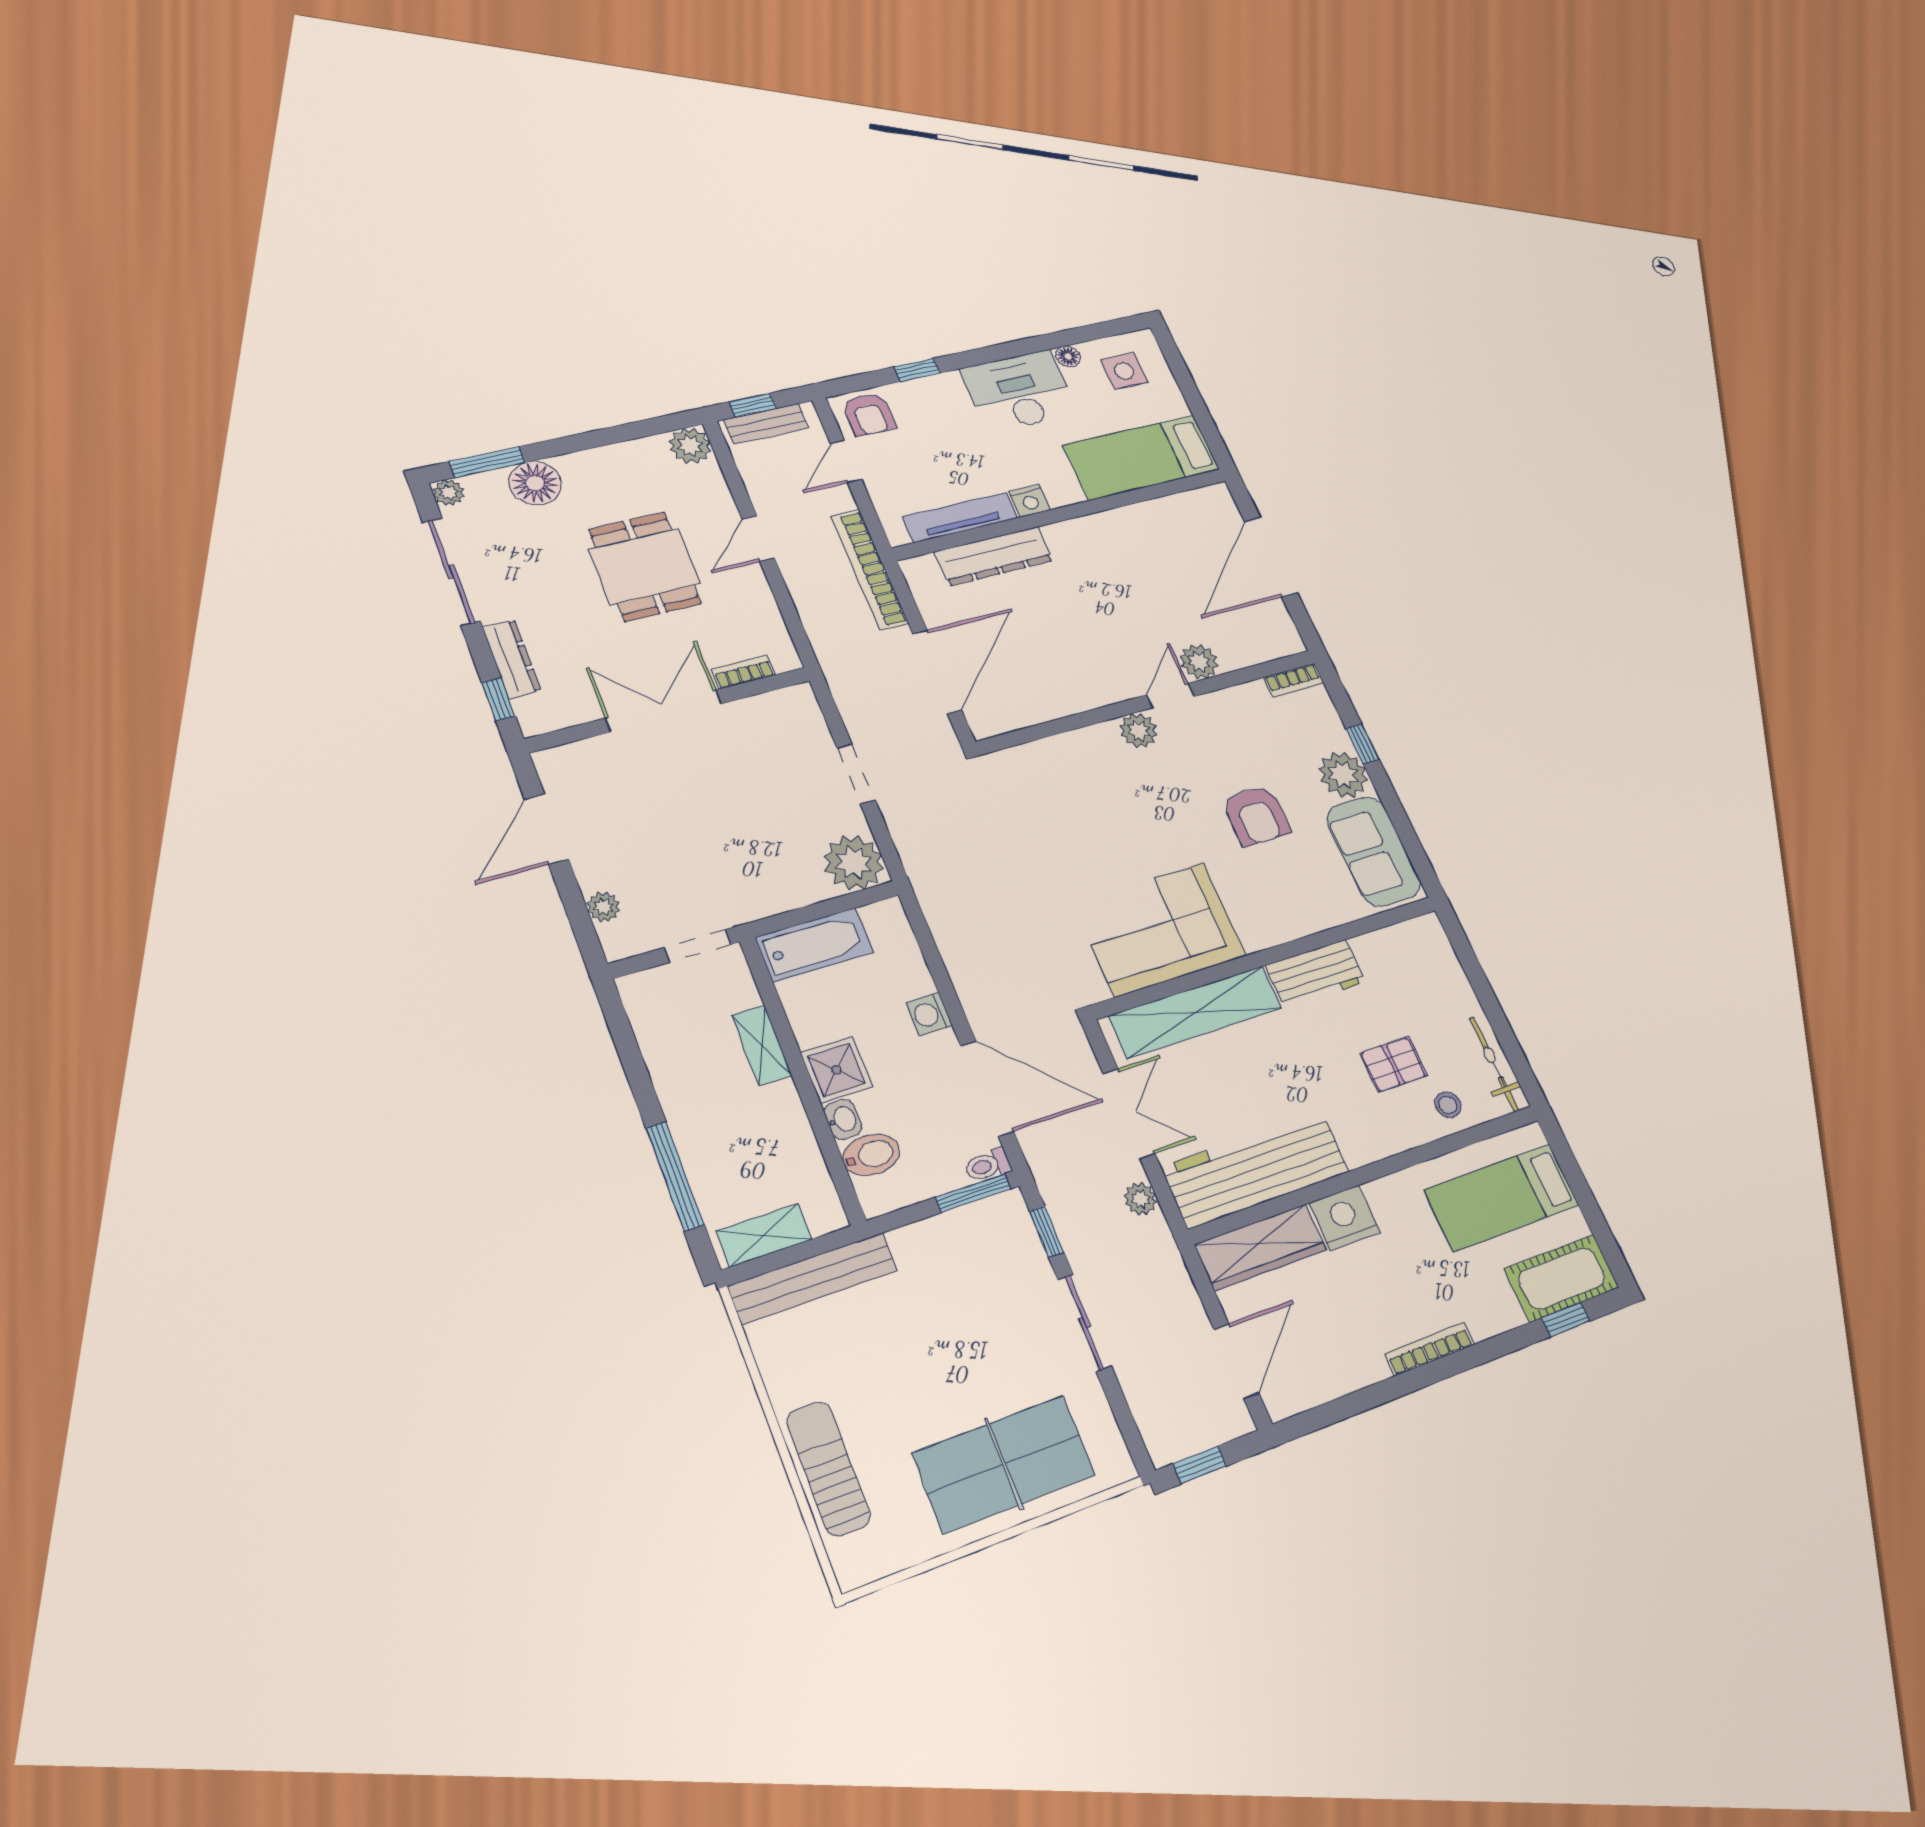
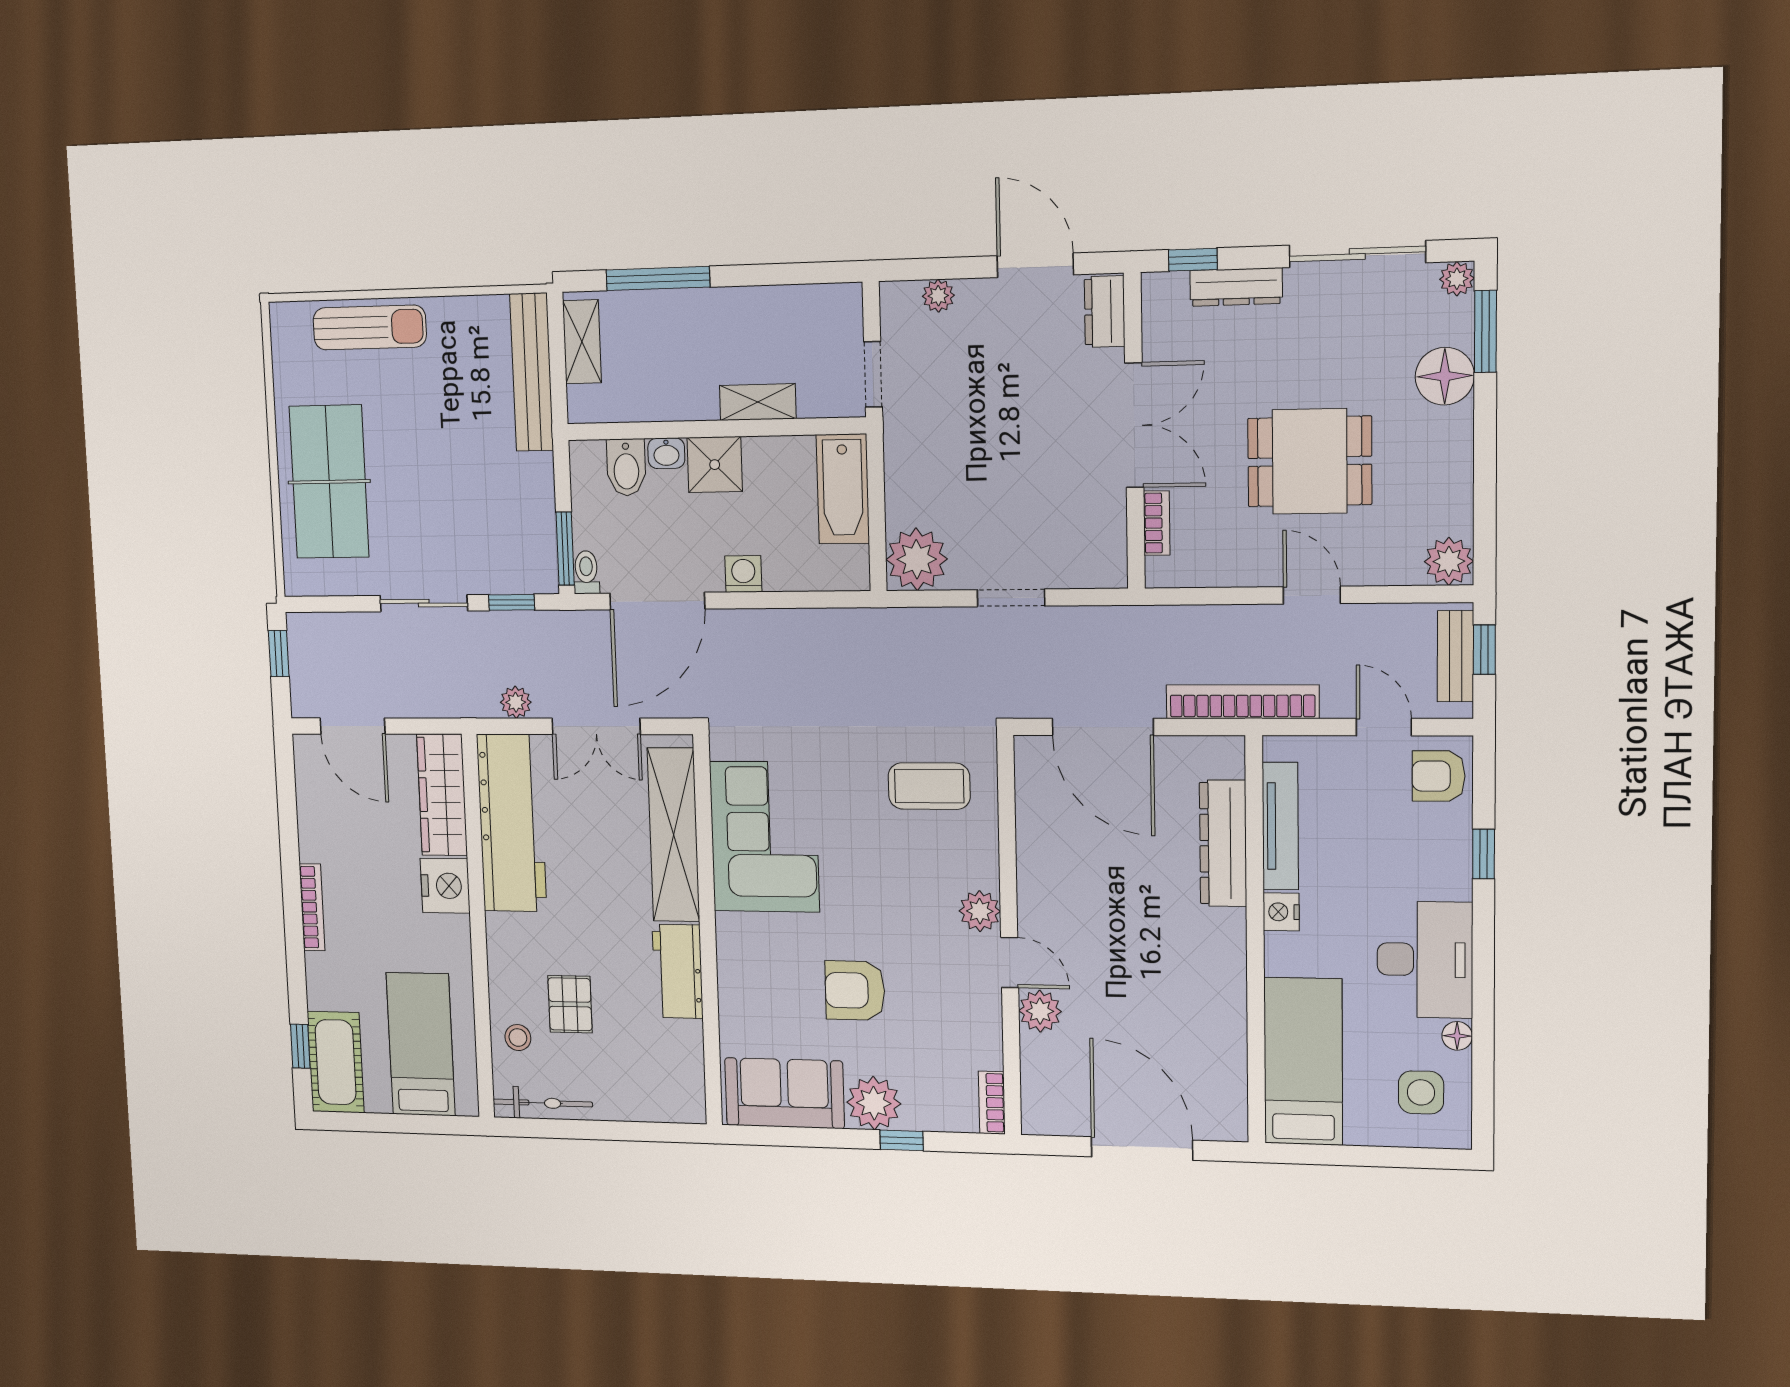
dresser: (570, 760) -> (1105, 312), added
coffee table: (1051, 800) -> (929, 786), added

